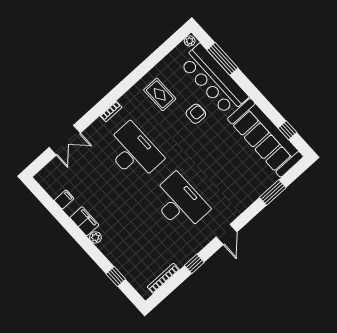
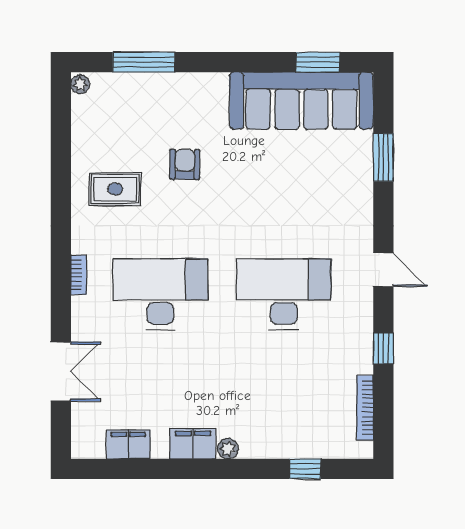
bar counter: (214, 80) -> (161, 99), removed
window: (287, 130) -> (318, 62), width x1.50
filing cabinet: (64, 199) -> (128, 444), width x2.00

